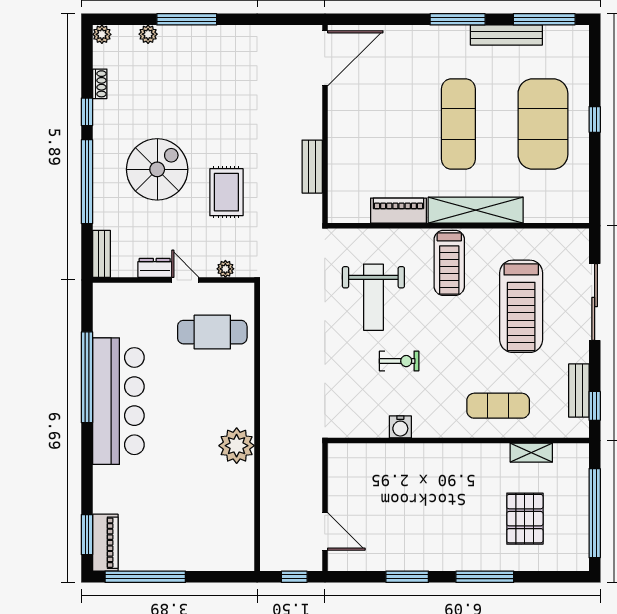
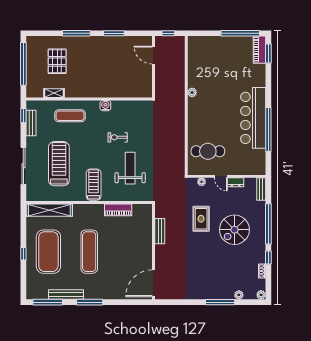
shelving: (476, 210) -> (49, 210), moved
water cooler: (400, 427) -> (105, 106), moved
plant: (237, 446) -> (192, 92), width x0.53, depth x0.53

